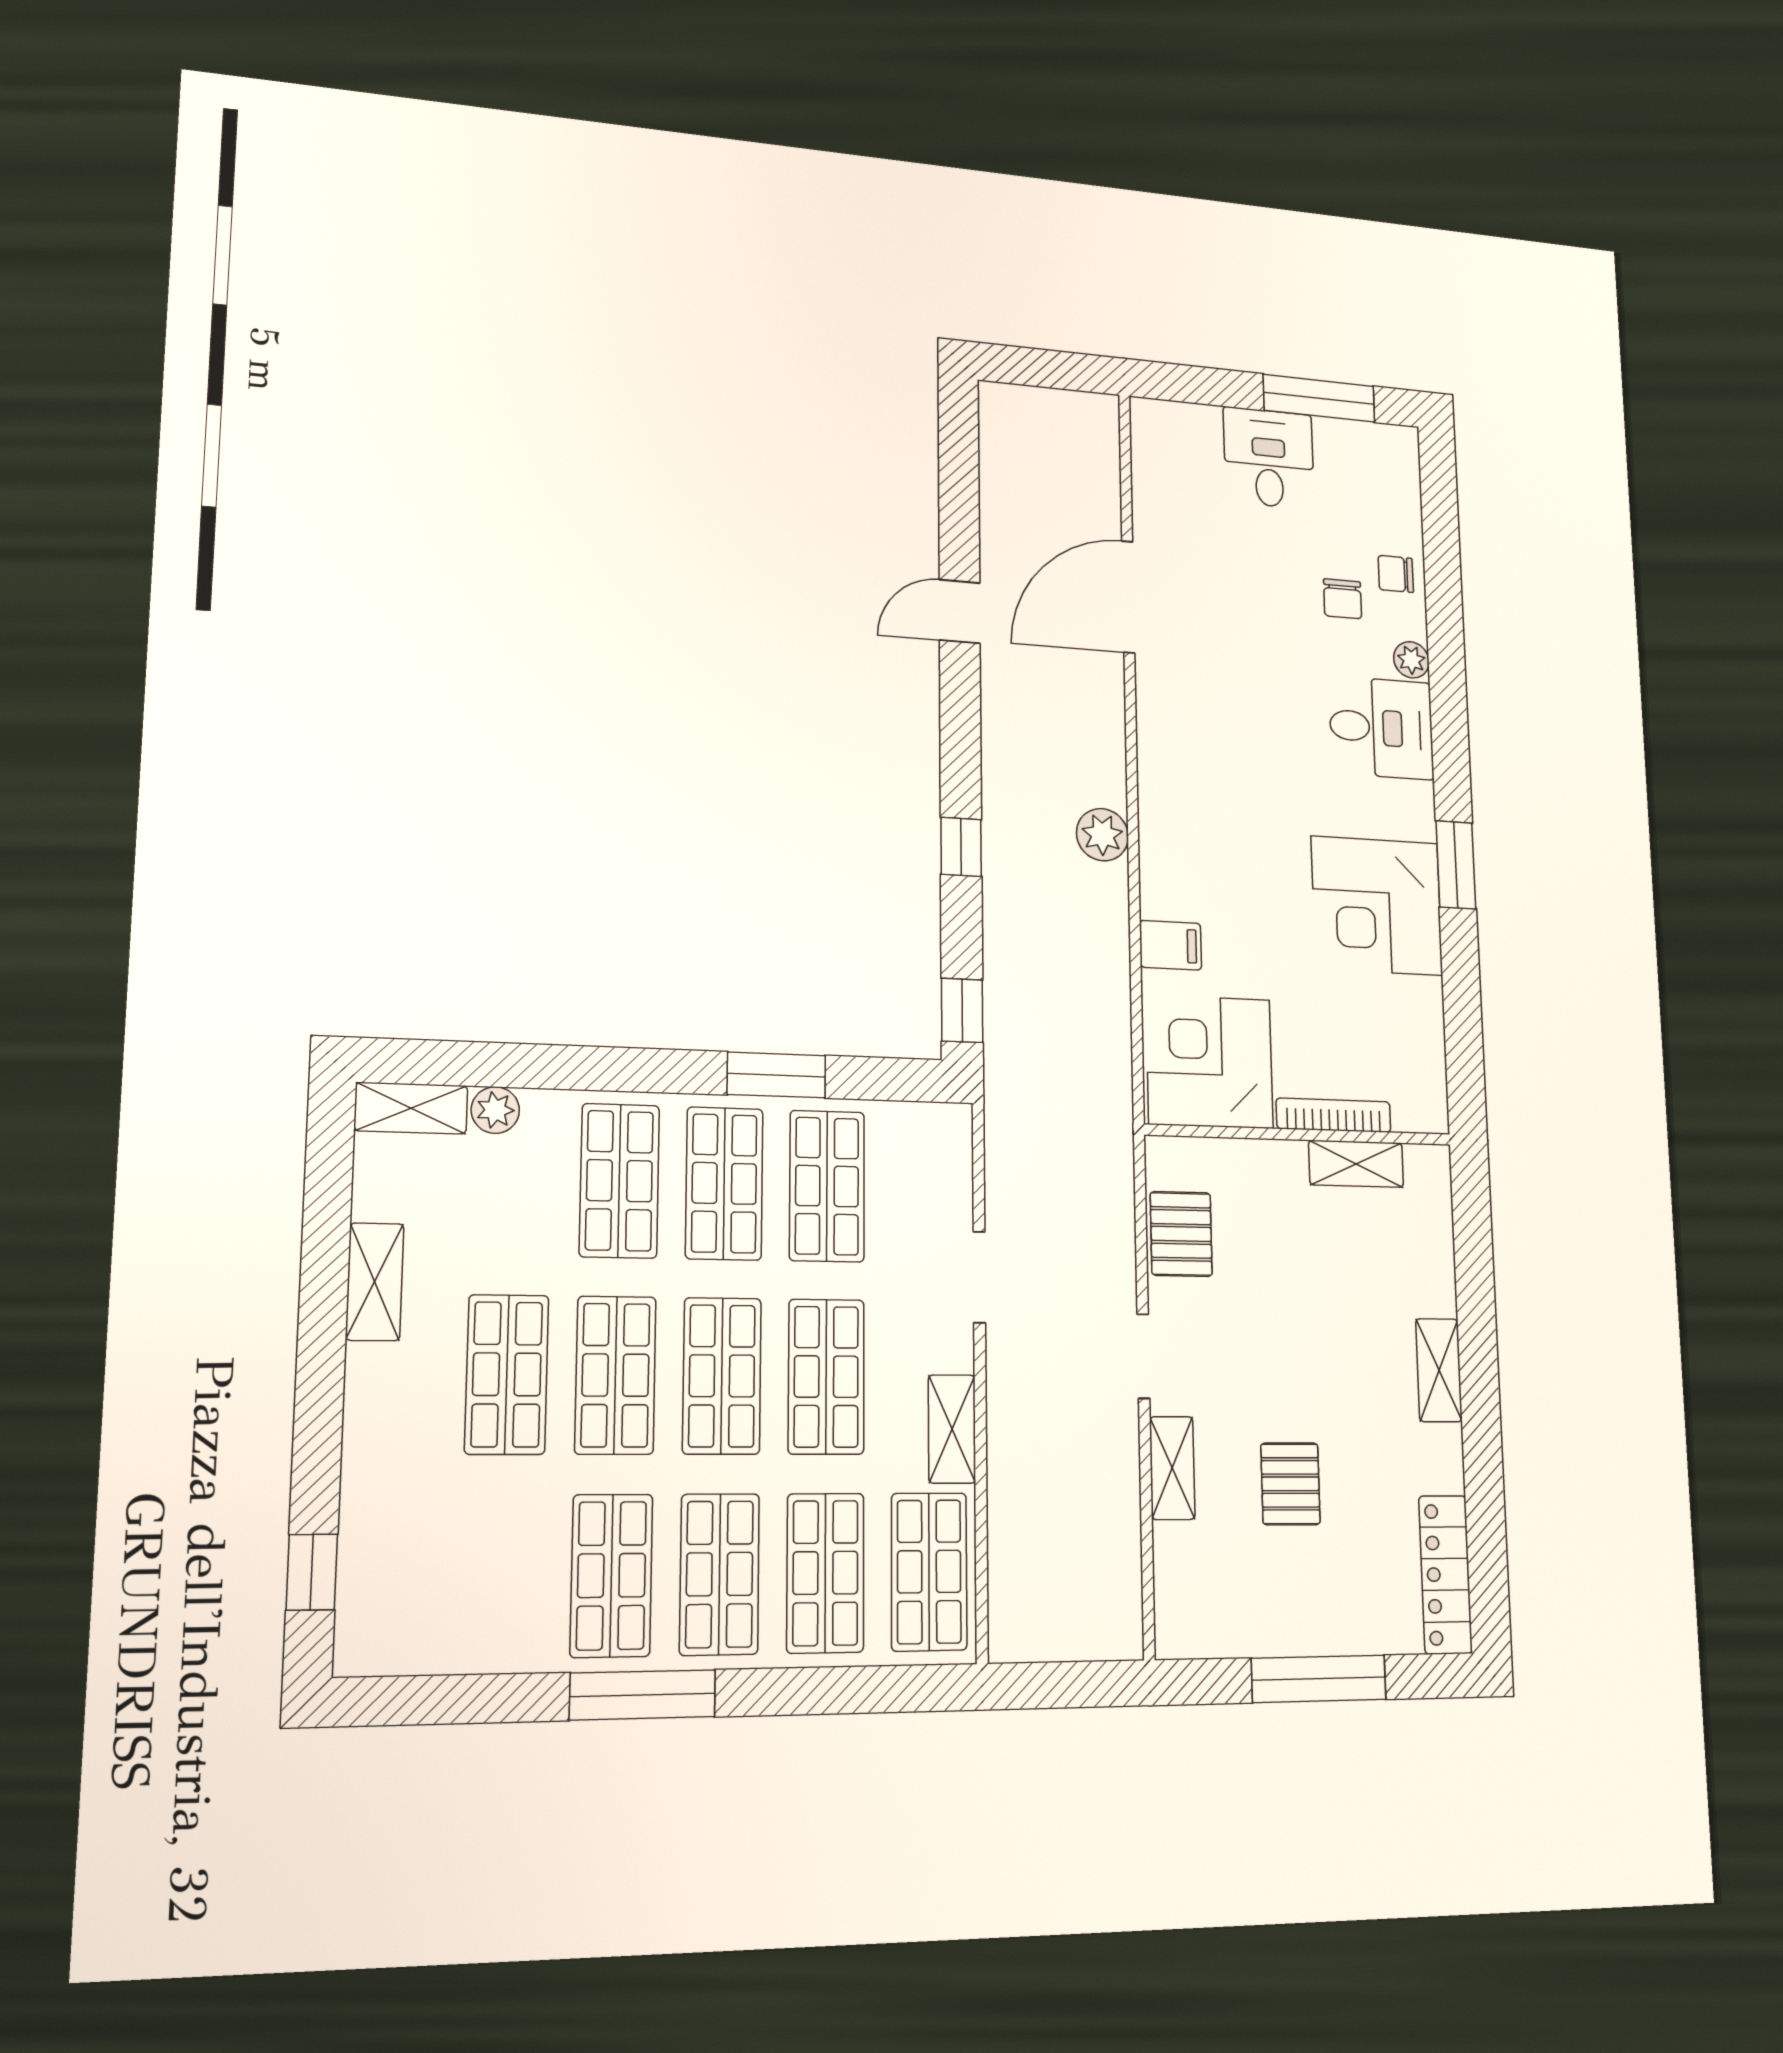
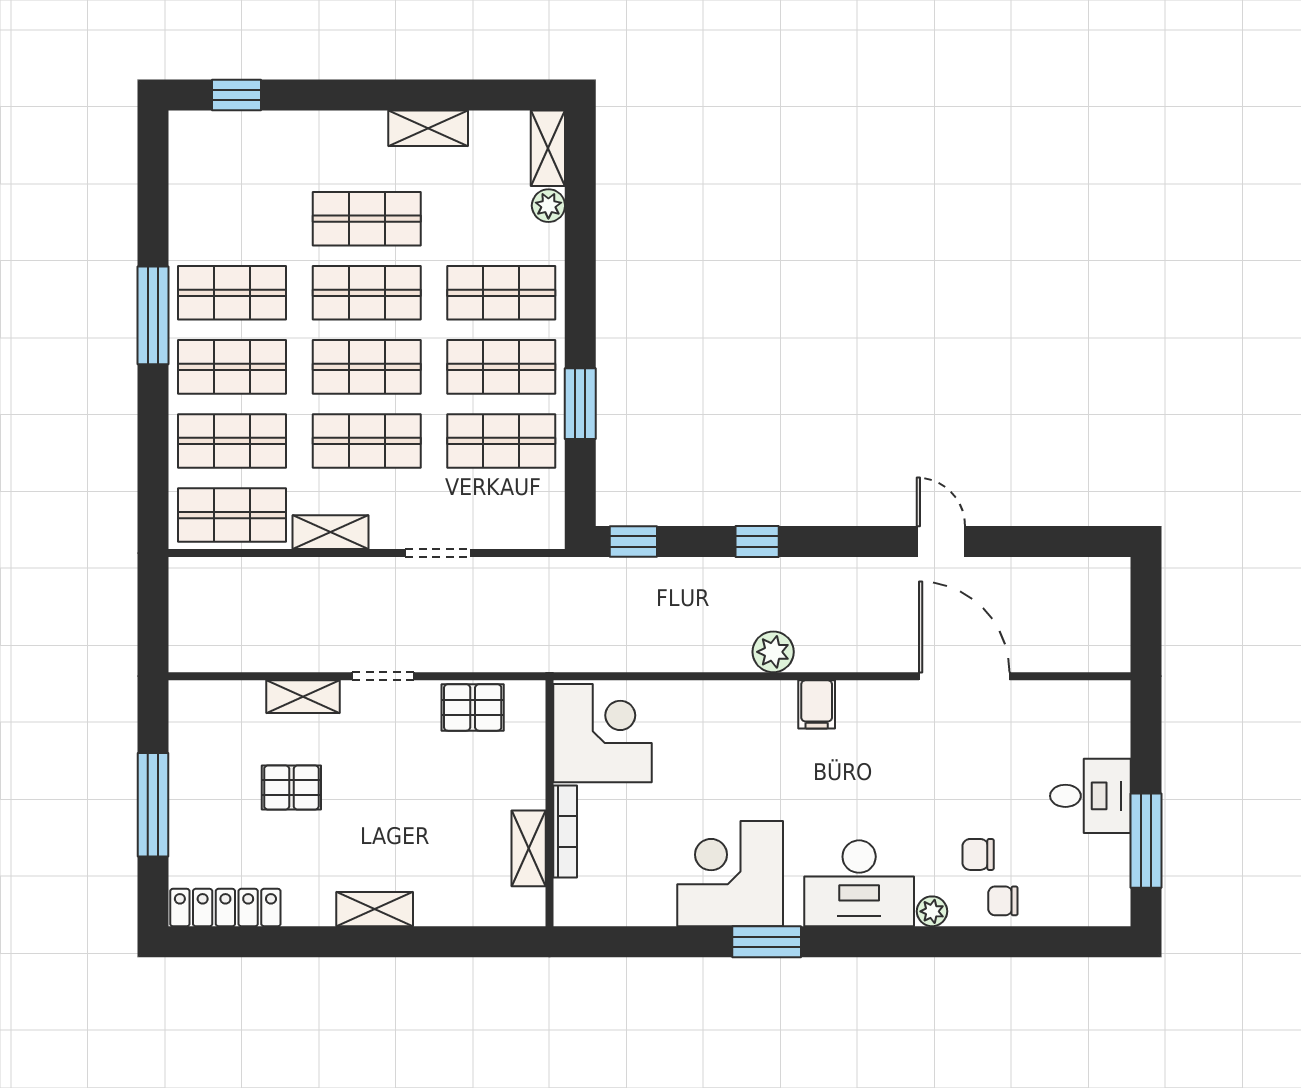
chair: (1396, 574) -> (1003, 901), turned -90
desk: (1381, 728) -> (859, 883), width x1.37
filing cabinet: (1171, 945) -> (817, 704), moved

